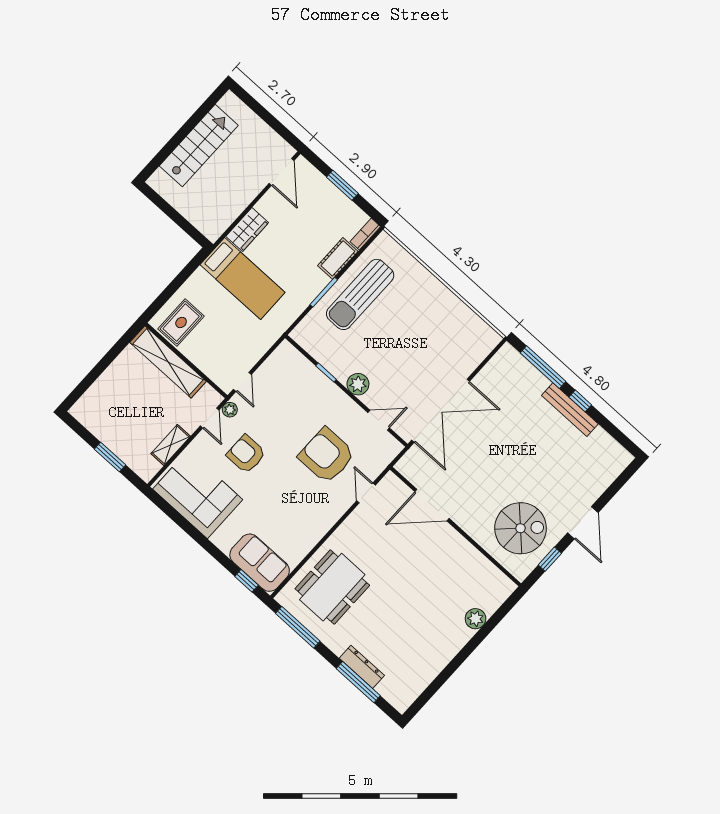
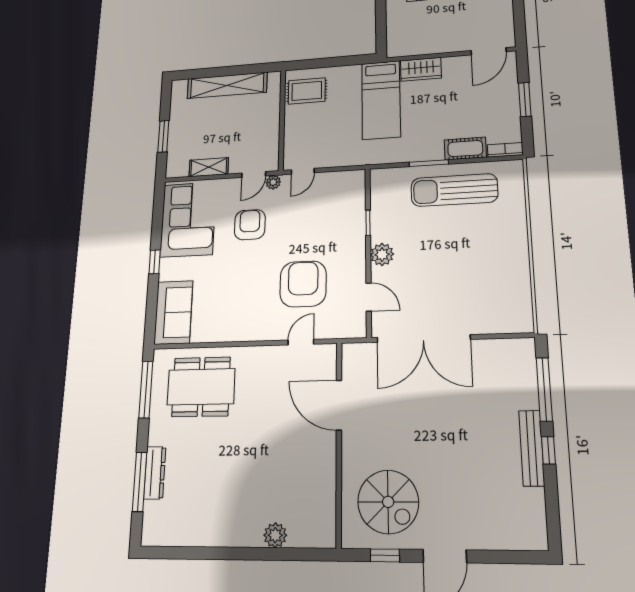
shelving: (168, 362) -> (227, 85), moved, turned 90
window: (247, 581) -> (155, 262), moved

